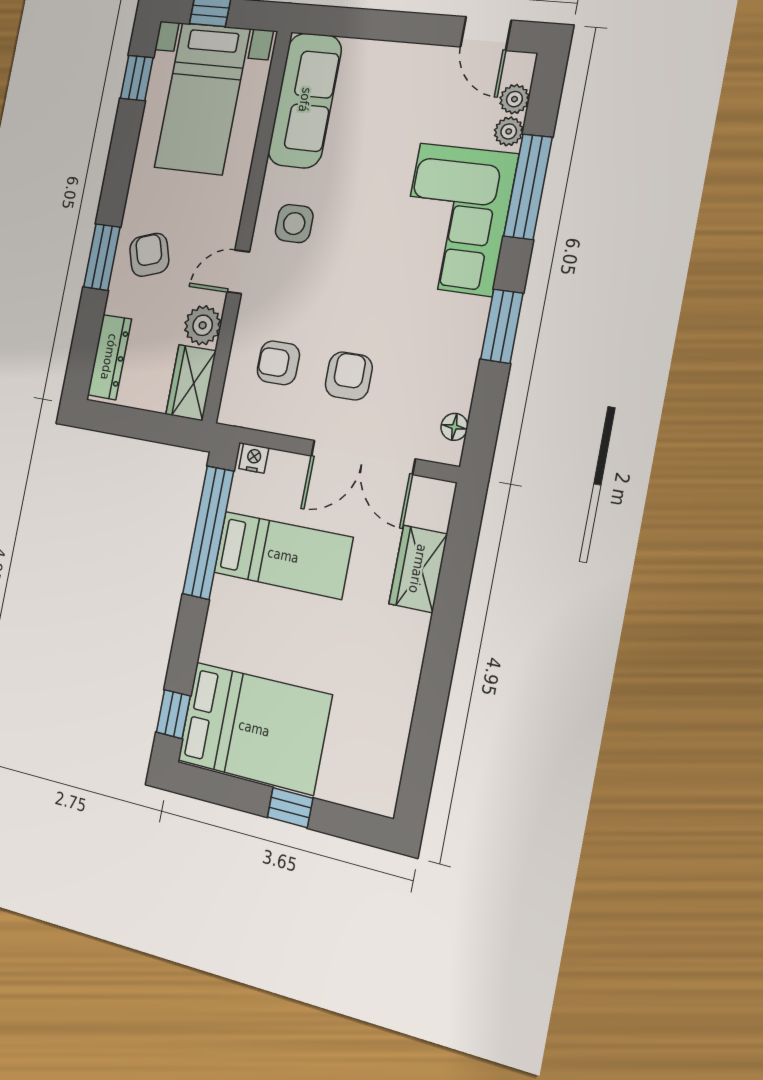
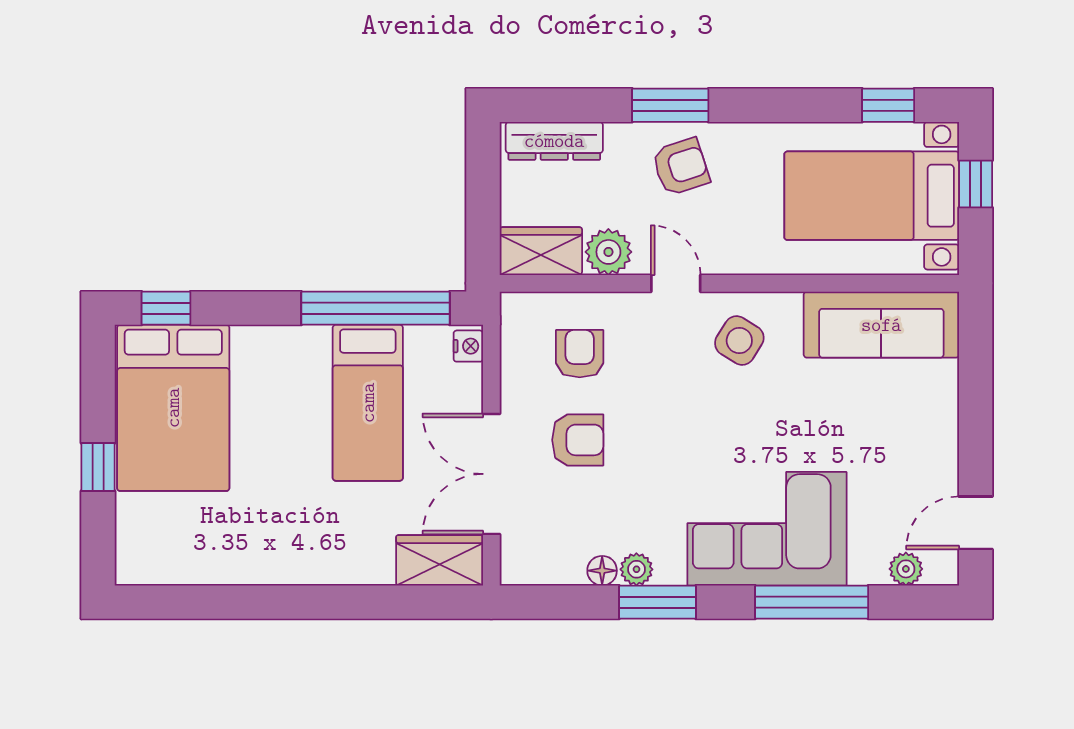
plant: (509, 131) -> (636, 569), moved
side table: (294, 224) -> (739, 341), turned 32
floor lamp: (454, 427) -> (602, 571), moved
wardrobe: (418, 569) -> (440, 560), moved

